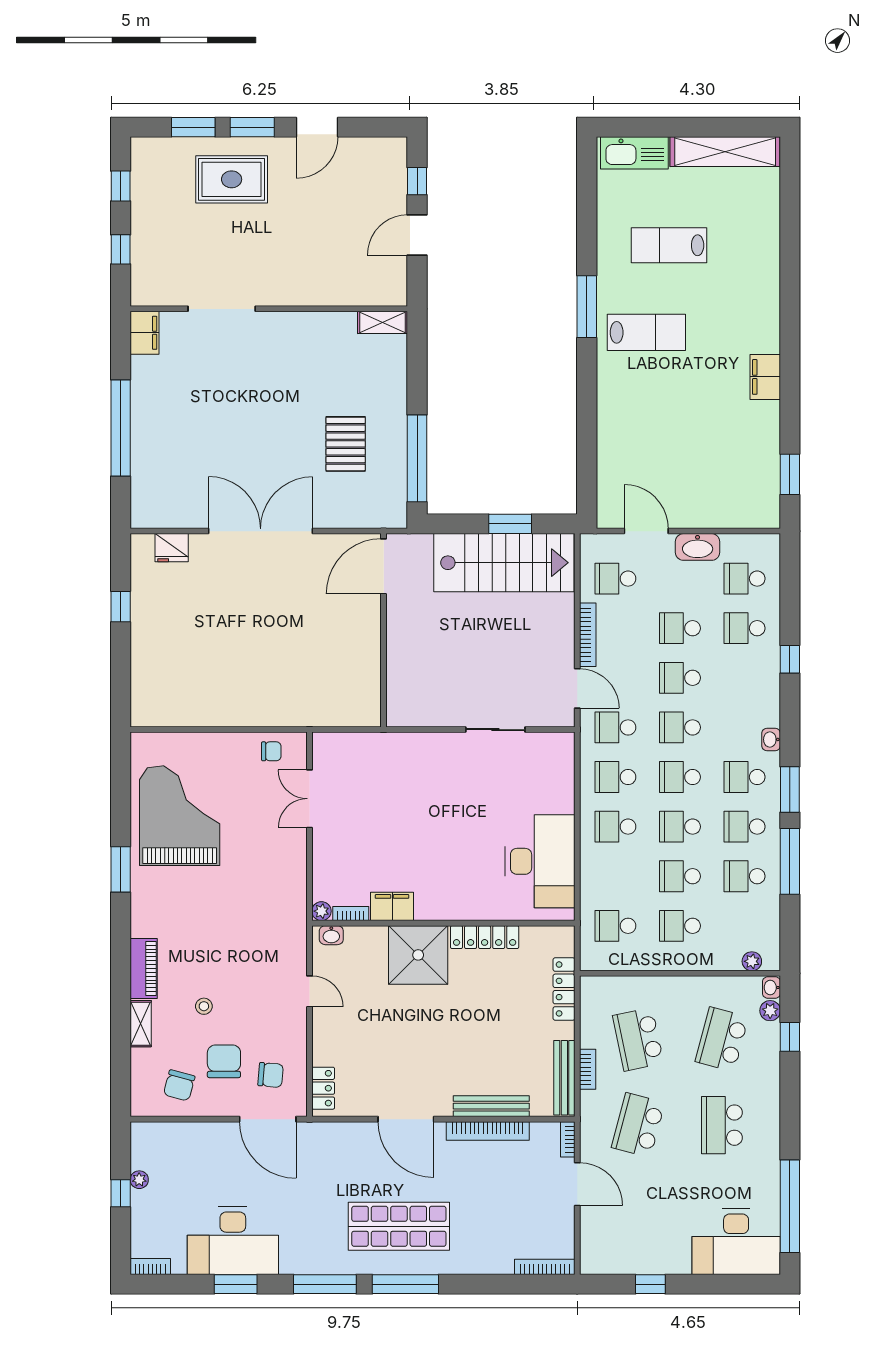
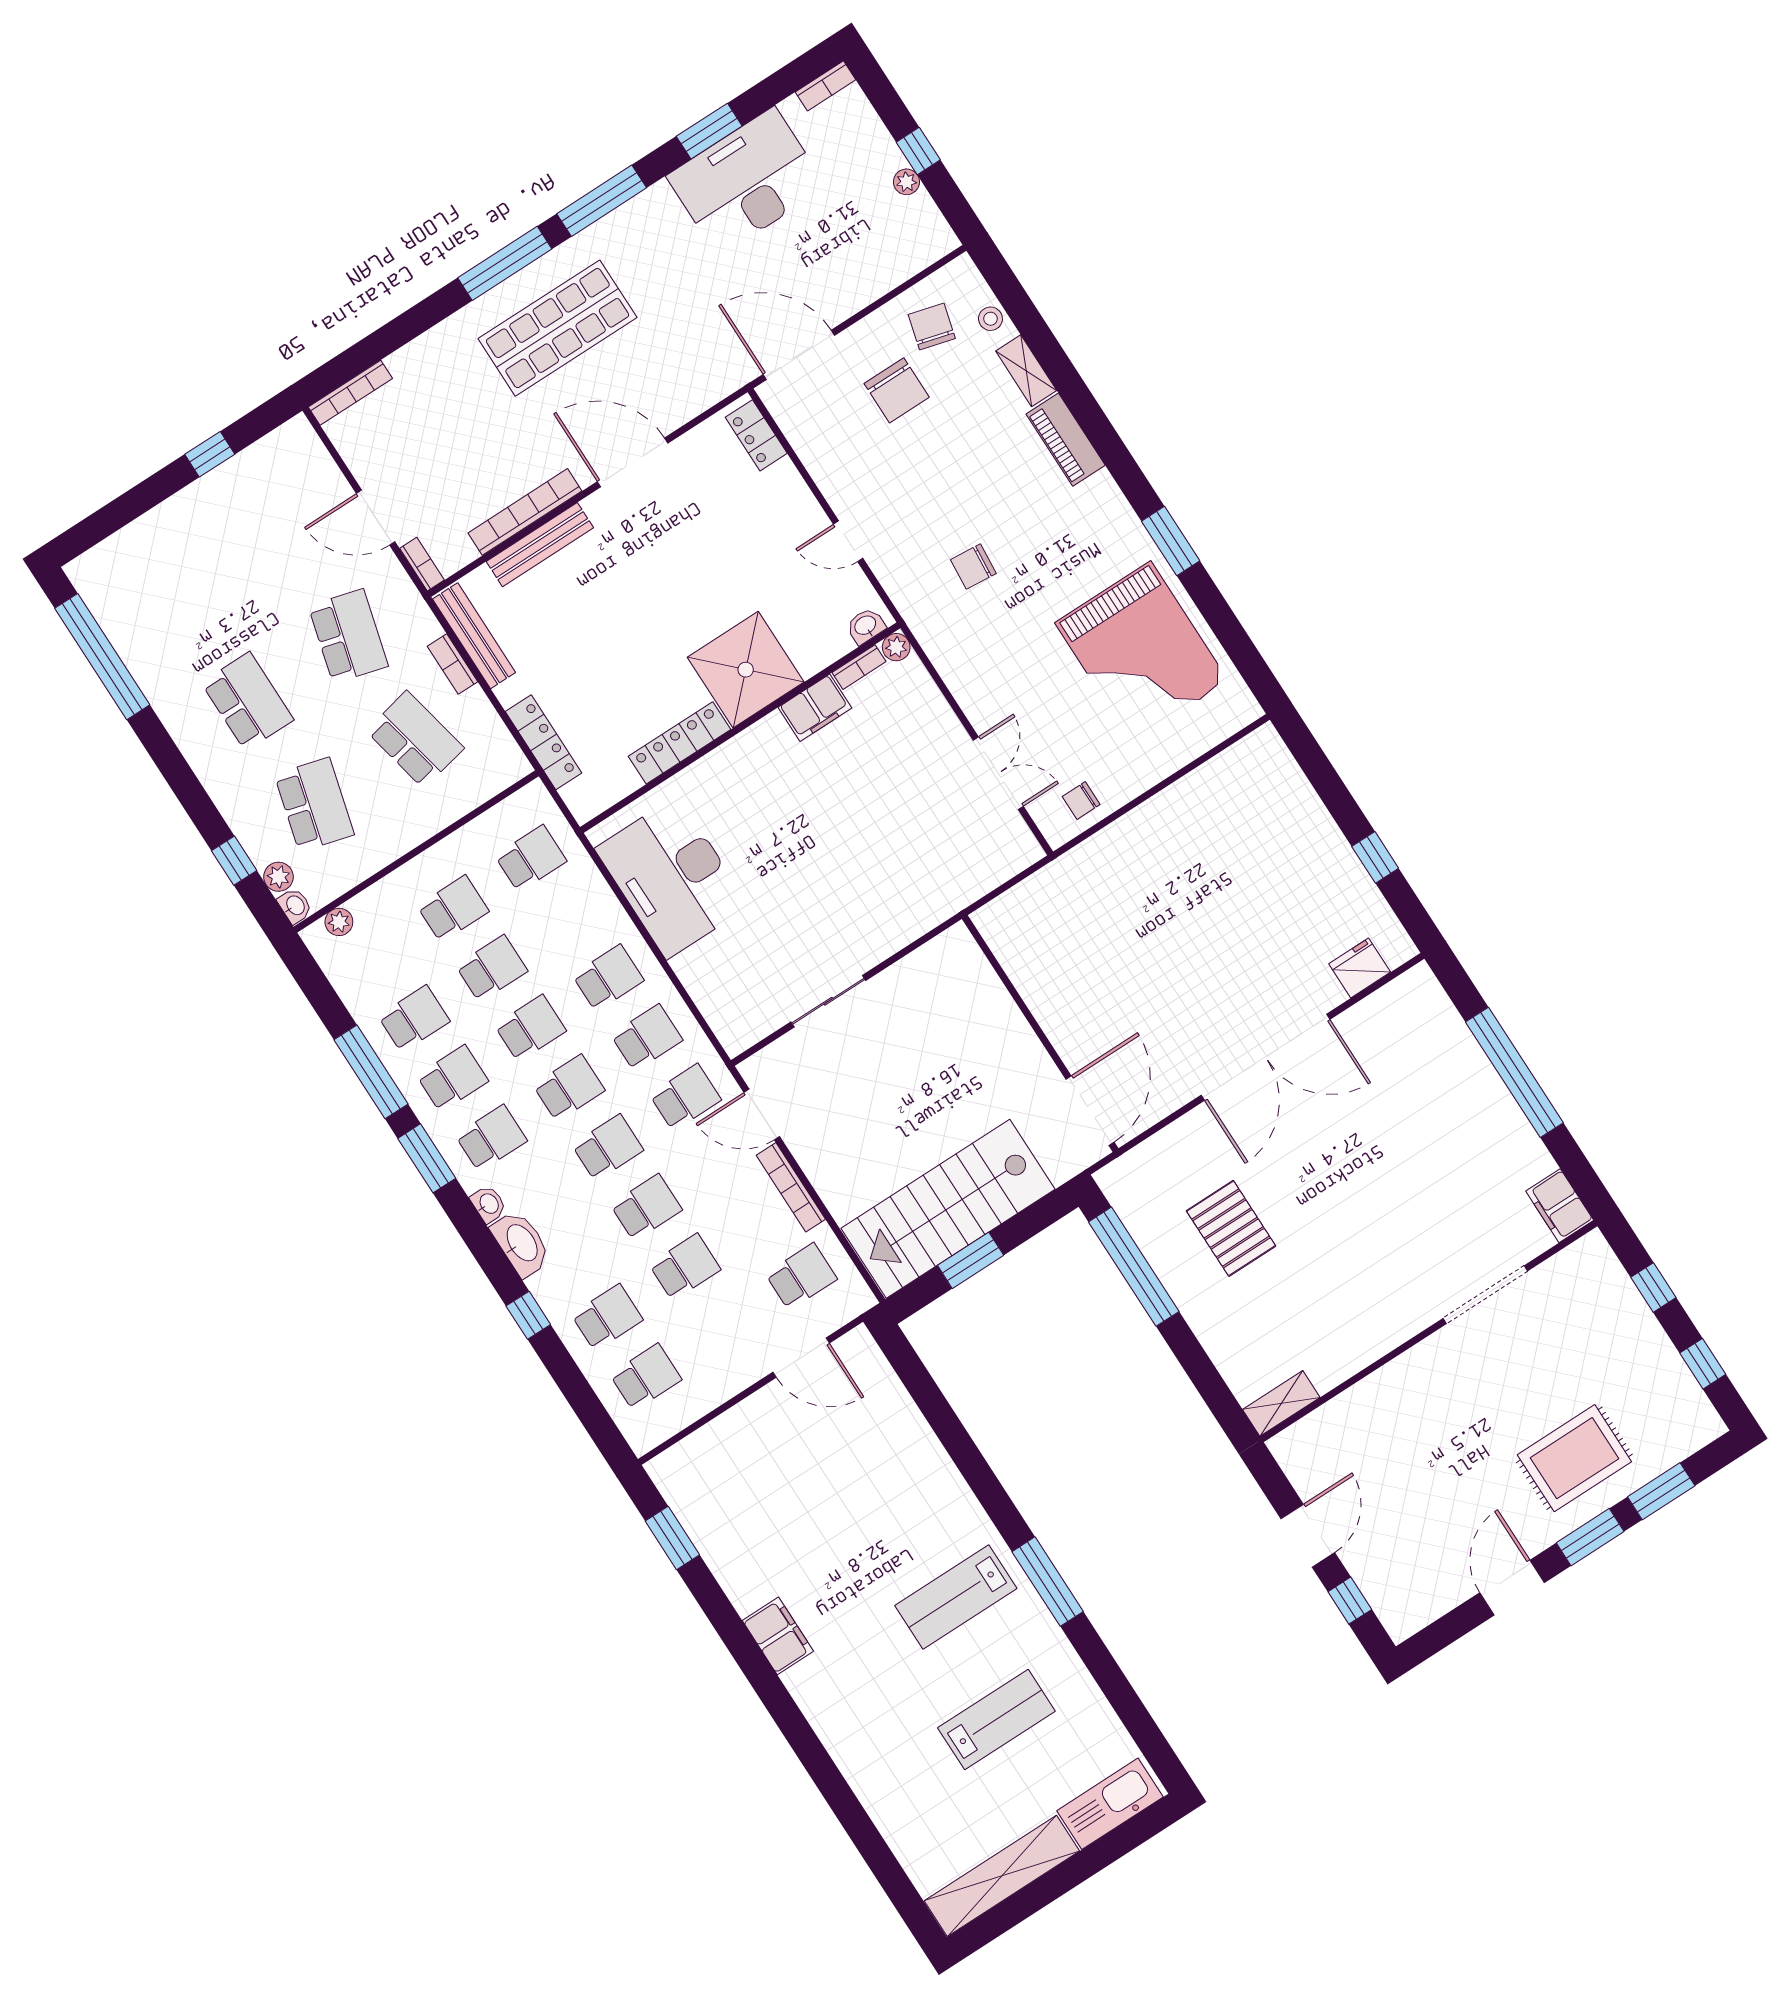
washbasin: (698, 547) -> (521, 1243), moved, turned 90
stool: (204, 1006) -> (990, 319), moved
chair: (271, 1075) -> (973, 567), moved
desk: (736, 1242) -> (140, 572), removed

